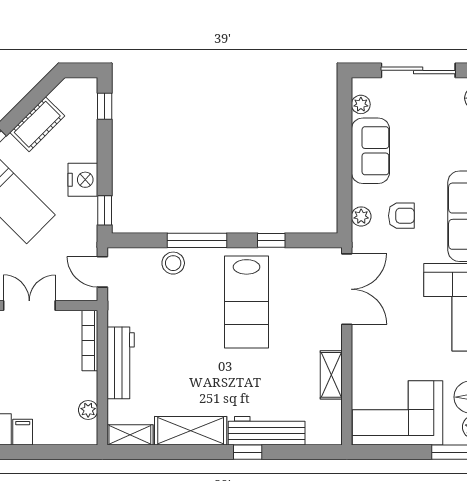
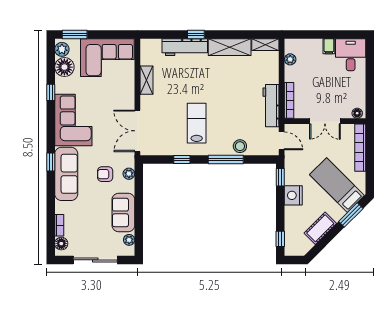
lab bench: (247, 302) -> (197, 123), width x0.73, depth x0.72
workbench: (121, 363) -> (271, 106), moved

